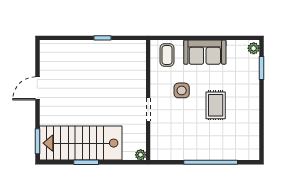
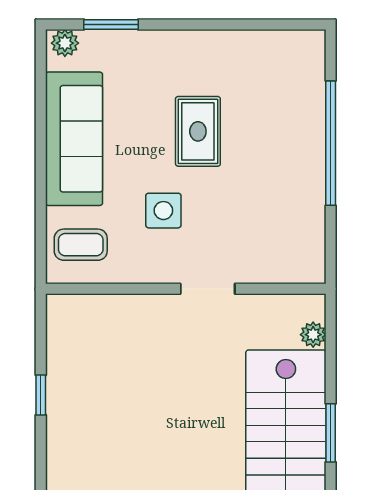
sofa: (205, 52) -> (74, 139), width x1.36
rug: (216, 105) -> (198, 131), turned 90
plant: (141, 155) -> (313, 335), moved

